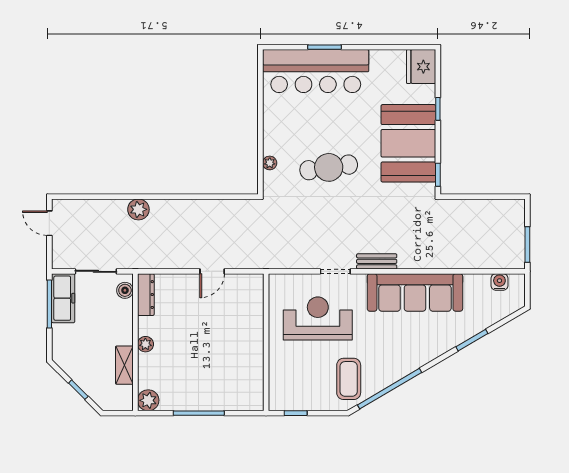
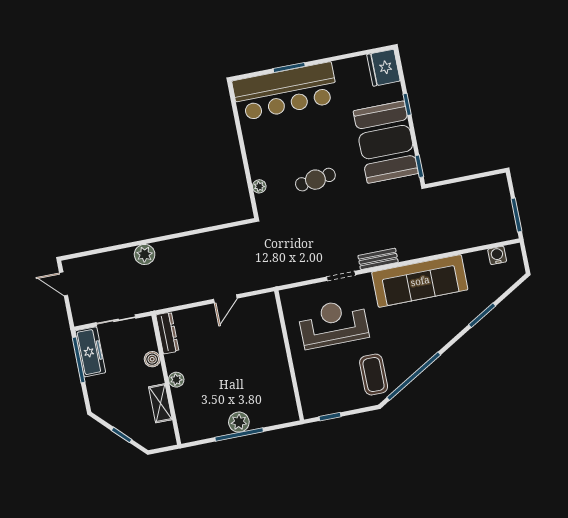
cafe table: (329, 167) -> (315, 180), width x0.73, depth x0.74
boiler: (125, 290) -> (152, 359), moved
plant: (148, 400) -> (239, 422), moved

